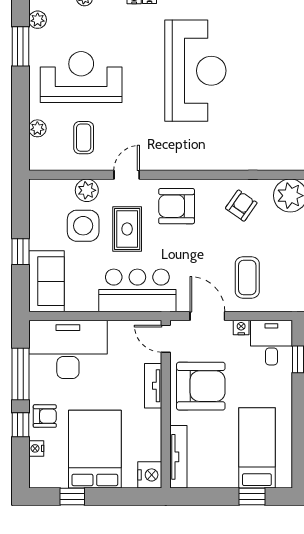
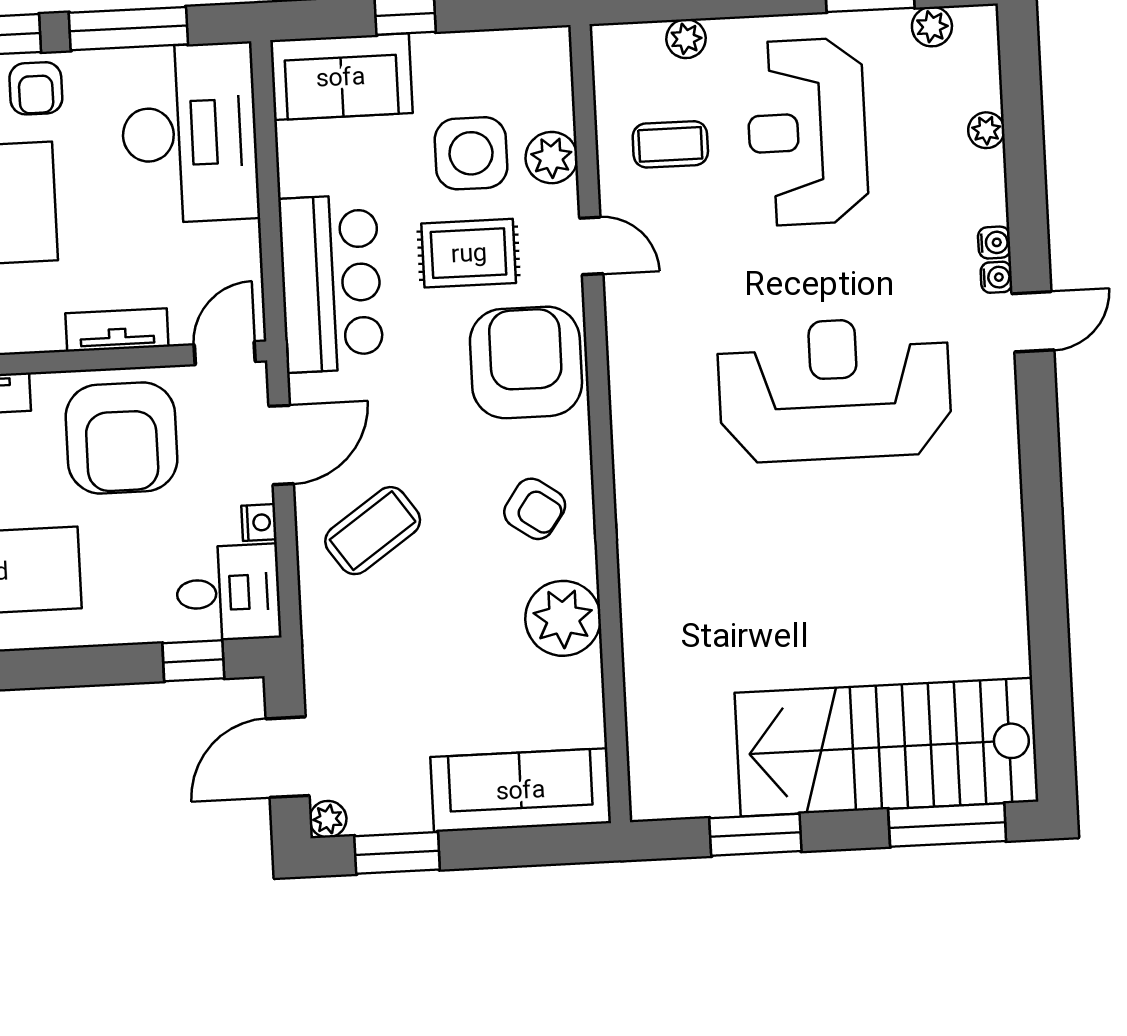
reception desk: (195, 71) -> (834, 390), turned 180
reception desk: (81, 77) -> (807, 132), turned 180
armchair: (177, 206) -> (526, 362), width x1.36, depth x1.36
coffee table: (247, 277) -> (373, 531), turned -35

